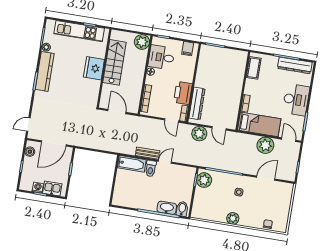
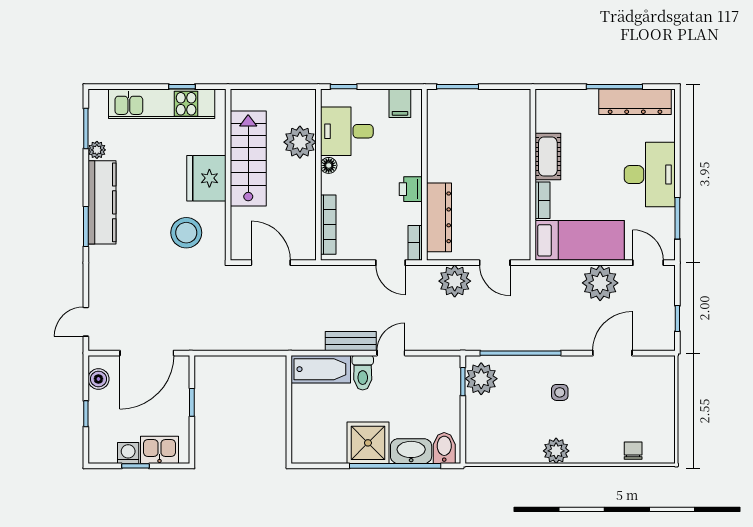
plant: (142, 42) -> (300, 142), moved
cot: (254, 68) -> (548, 157), moved
stool: (81, 92) -> (186, 233), added
printer: (183, 93) -> (411, 189), width x0.53, depth x0.68
shower: (148, 201) -> (368, 443), added

